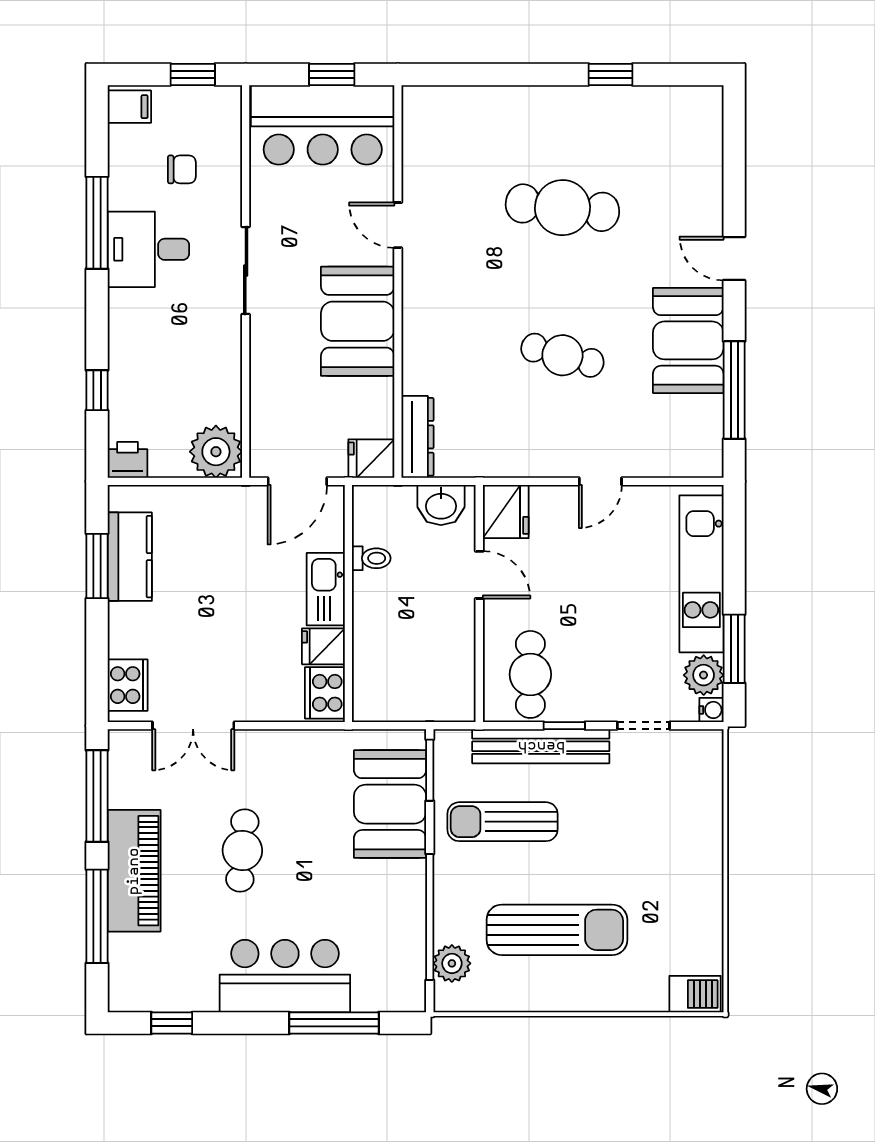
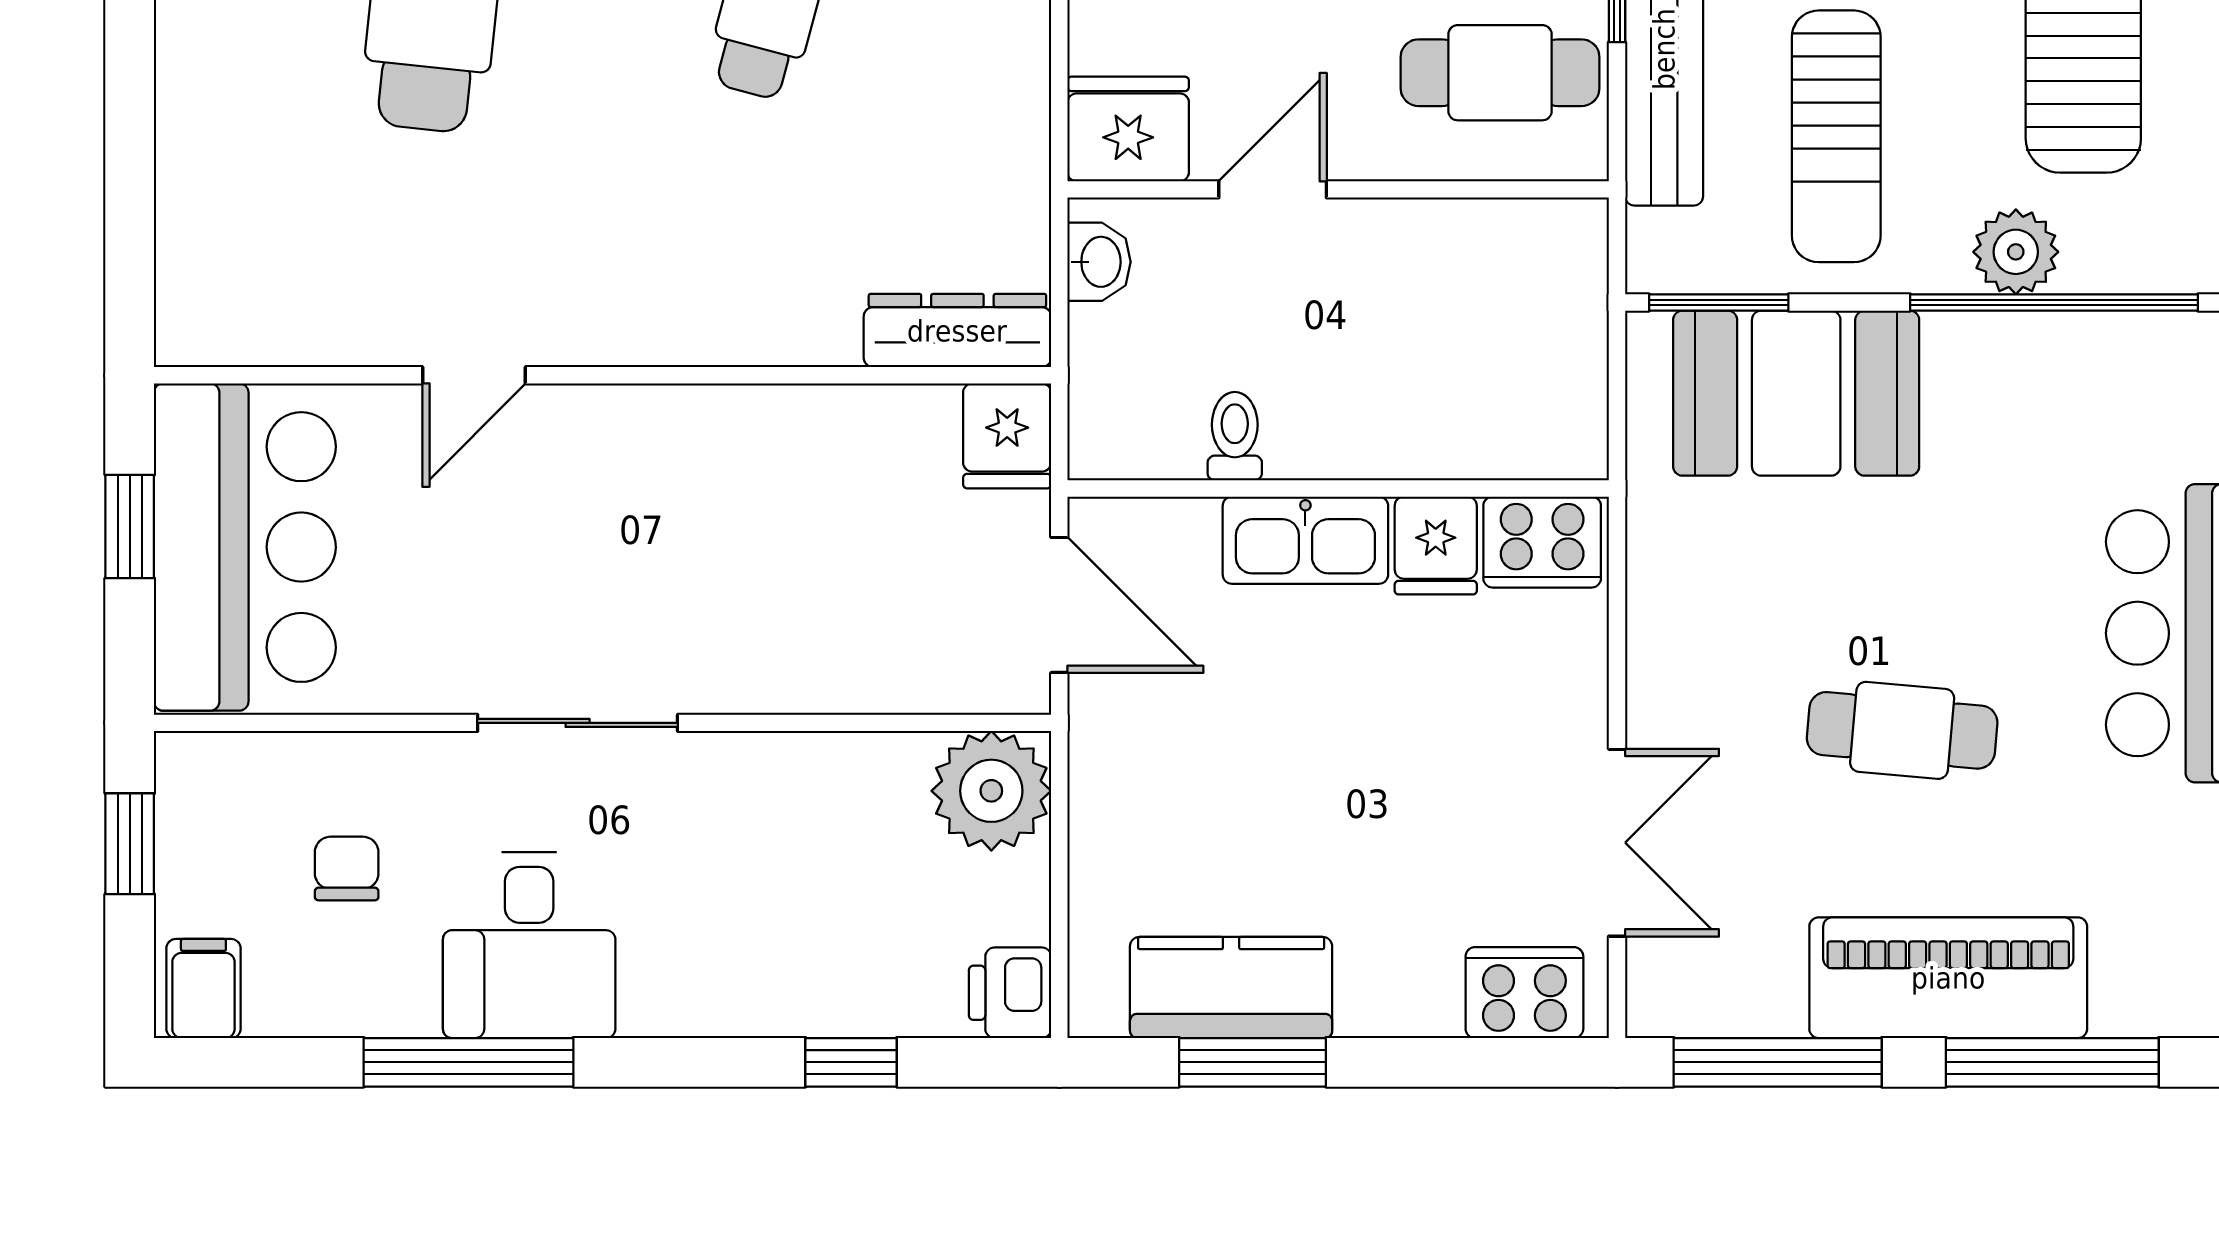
booth: (358, 321) -> (693, 467), removed
washbasin: (441, 505) -> (1099, 262), width x0.72, depth x0.69
plant: (452, 963) -> (2016, 252), moved

